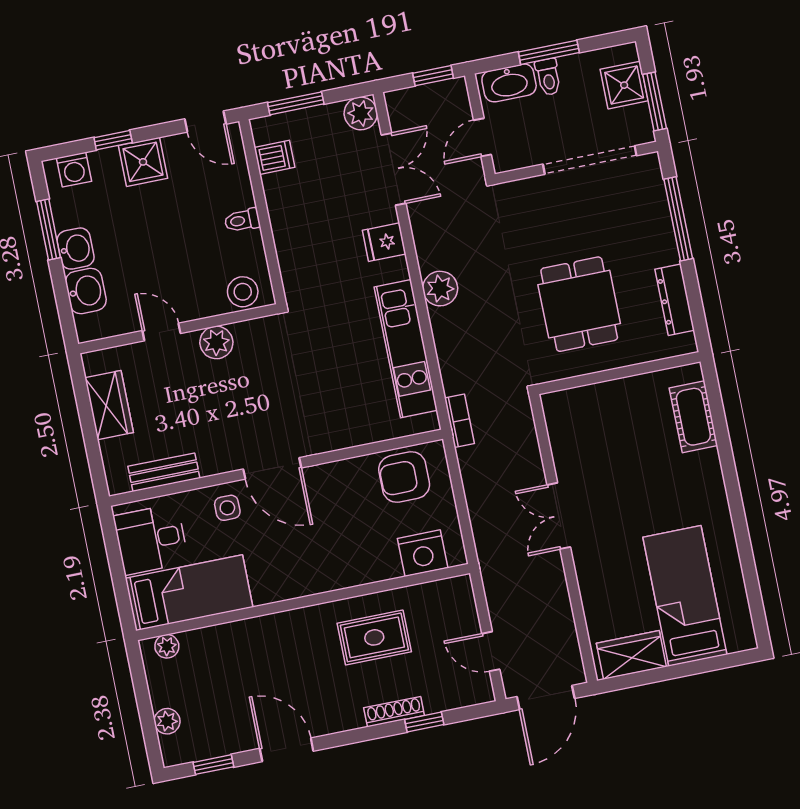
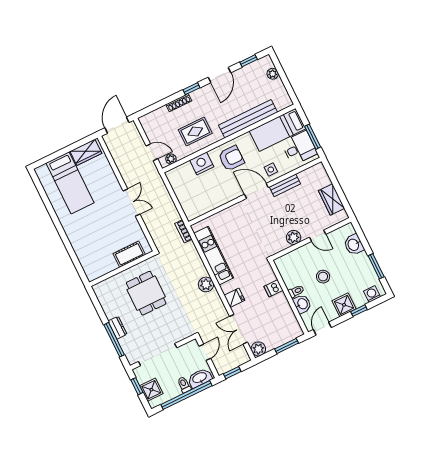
window: (549, 52) -> (186, 395), width x2.11
window: (655, 101) -> (137, 386), width x0.67
door: (205, 122) -> (322, 329), hinge flipped
dishwasher: (275, 157) -> (273, 288), moved
washbasin: (76, 249) -> (302, 304), moved, turned 180
stool: (243, 292) -> (323, 277), moved
dresser: (675, 300) -> (118, 328), moved, width x0.70
cot: (693, 417) -> (129, 254), moved, turned 90
bench: (164, 472) -> (285, 185), moved
armchair: (404, 477) -> (231, 158), moved
nightstand: (423, 553) -> (202, 163), moved
window: (115, 557) -> (313, 137), added
bench: (249, 635) -> (248, 119), added
plant: (167, 646) -> (171, 159), moved
door: (491, 651) -> (152, 152), moved
window: (424, 722) -> (191, 89), moved
door: (287, 750) -> (220, 75), hinge flipped

